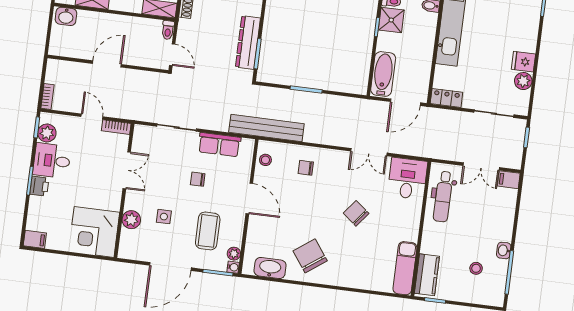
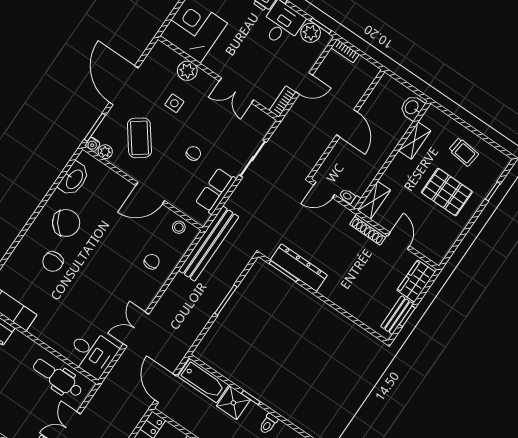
shower: (391, 20) -> (233, 403), moved
chair: (356, 213) -> (53, 262), moved, turned 142
coffee table: (208, 231) -> (139, 138), turned 53

